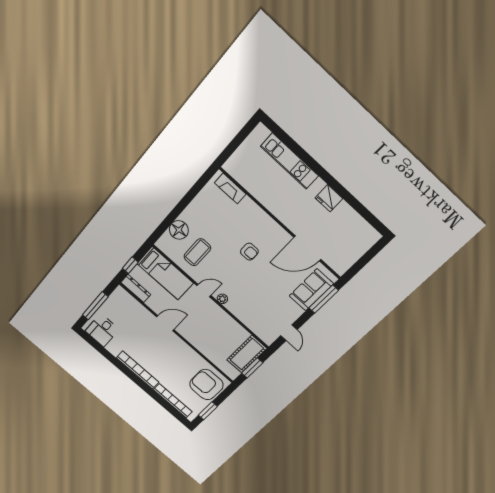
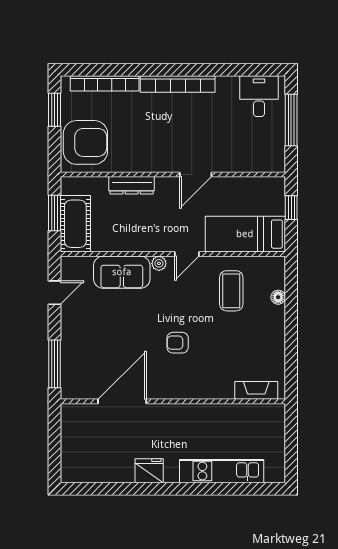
floor lamp: (179, 230) -> (278, 297), width x0.53, depth x0.53
dresser: (136, 289) -> (132, 185), moved
sofa: (311, 290) -> (122, 272), moved, turned 90
door: (289, 333) -> (54, 293), swing flipped

